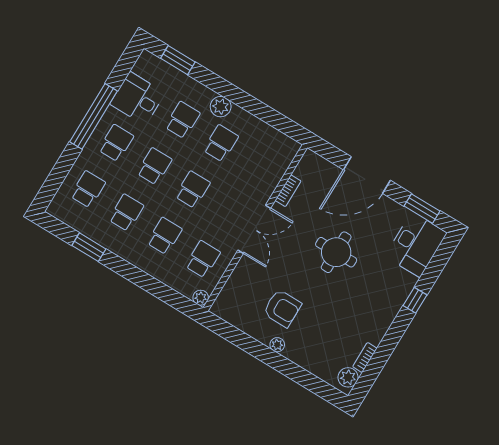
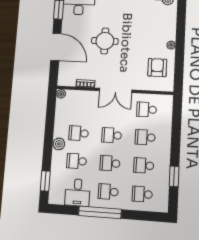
double door: (254, 229) -> (115, 90), swing flipped
plant: (201, 298) -> (61, 94), moved
armchair: (282, 308) -> (157, 68), moved

